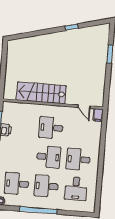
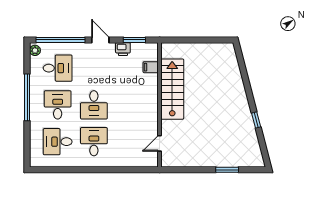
filing cabinet: (98, 115) -> (151, 67), moved
desk: (51, 128) -> (130, 105), removed
desk: (17, 184) -> (58, 68), turned 90

